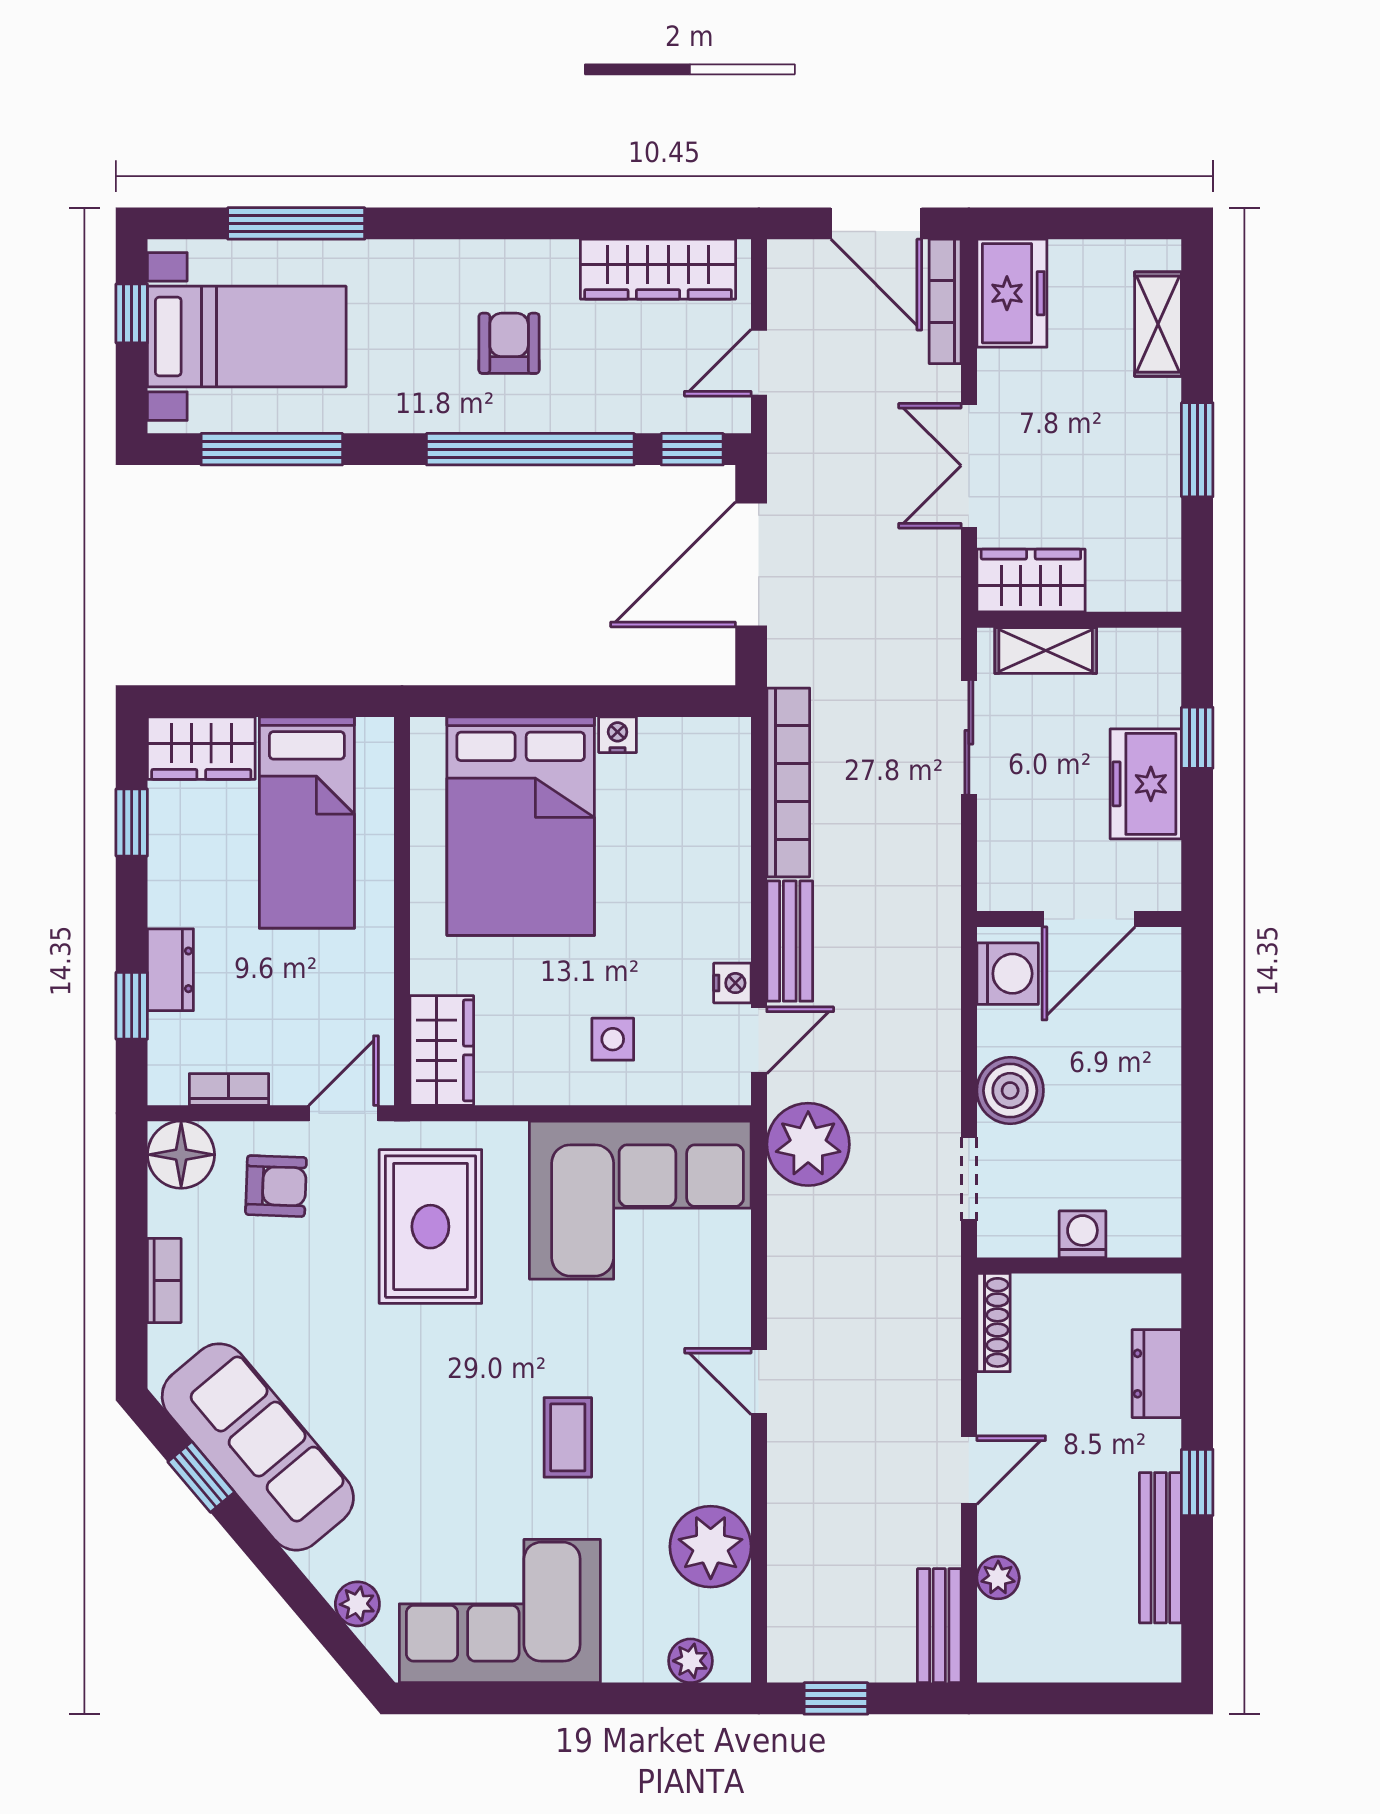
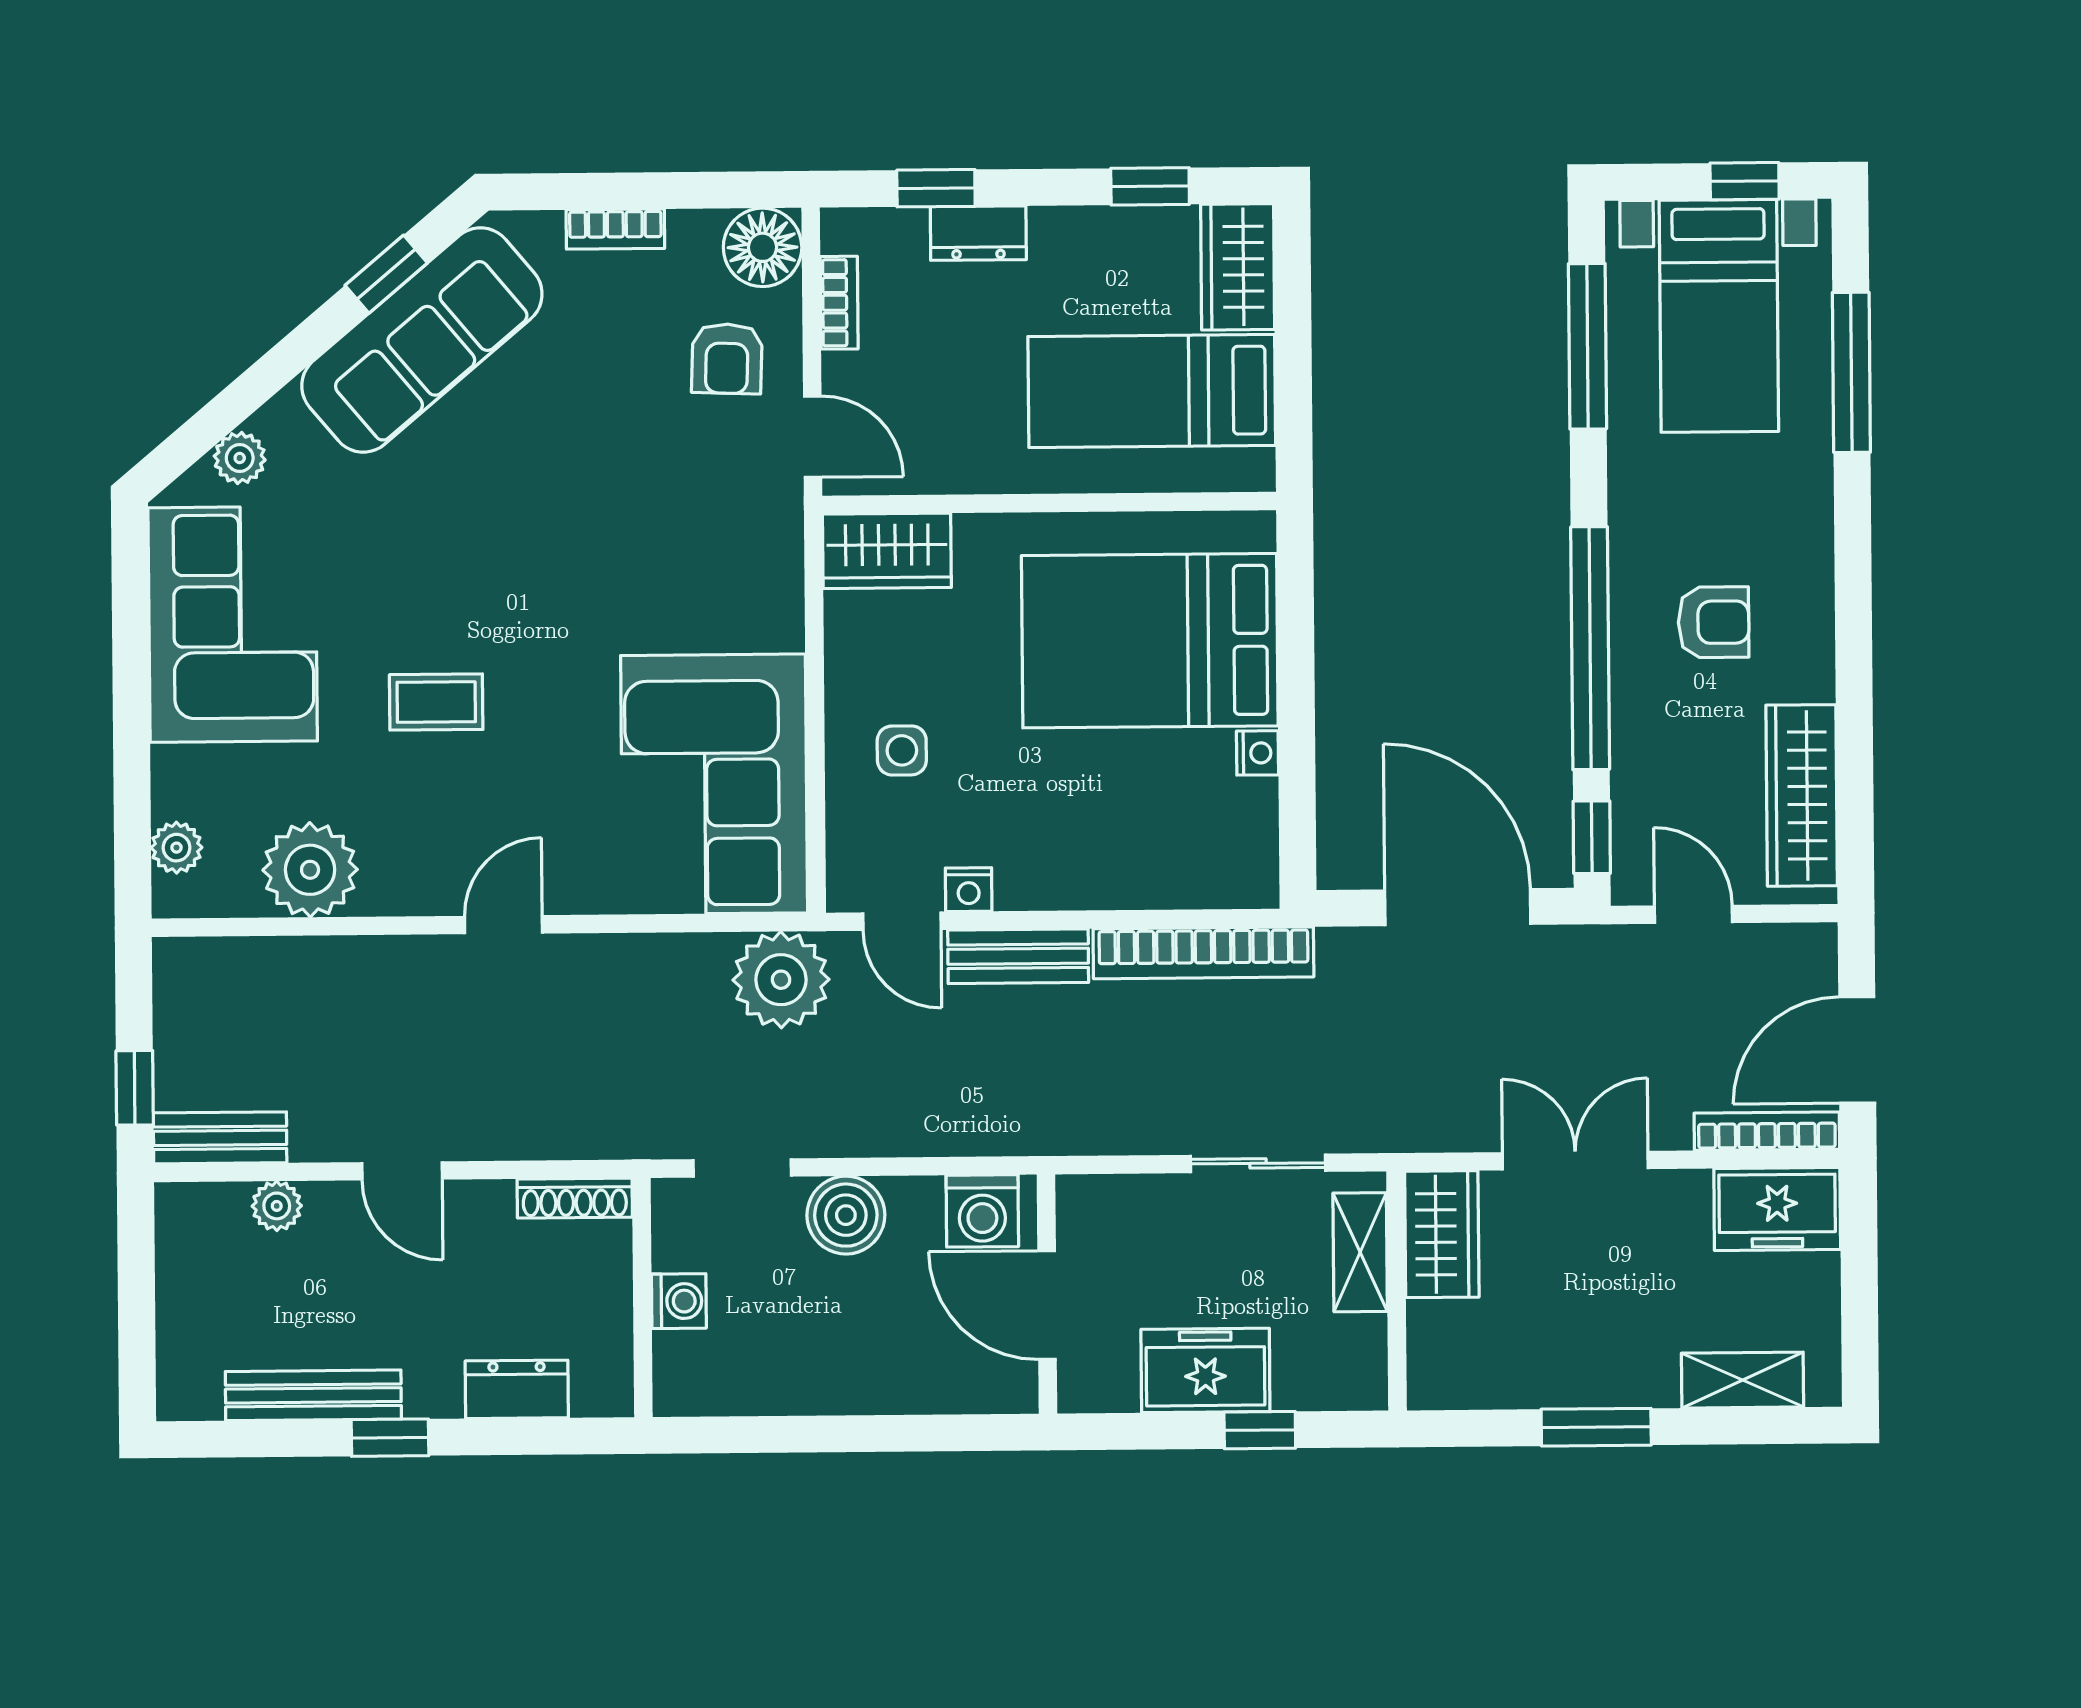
rug: (430, 1227) -> (681, 539), removed
window: (836, 1698) -> (135, 1088), moved

